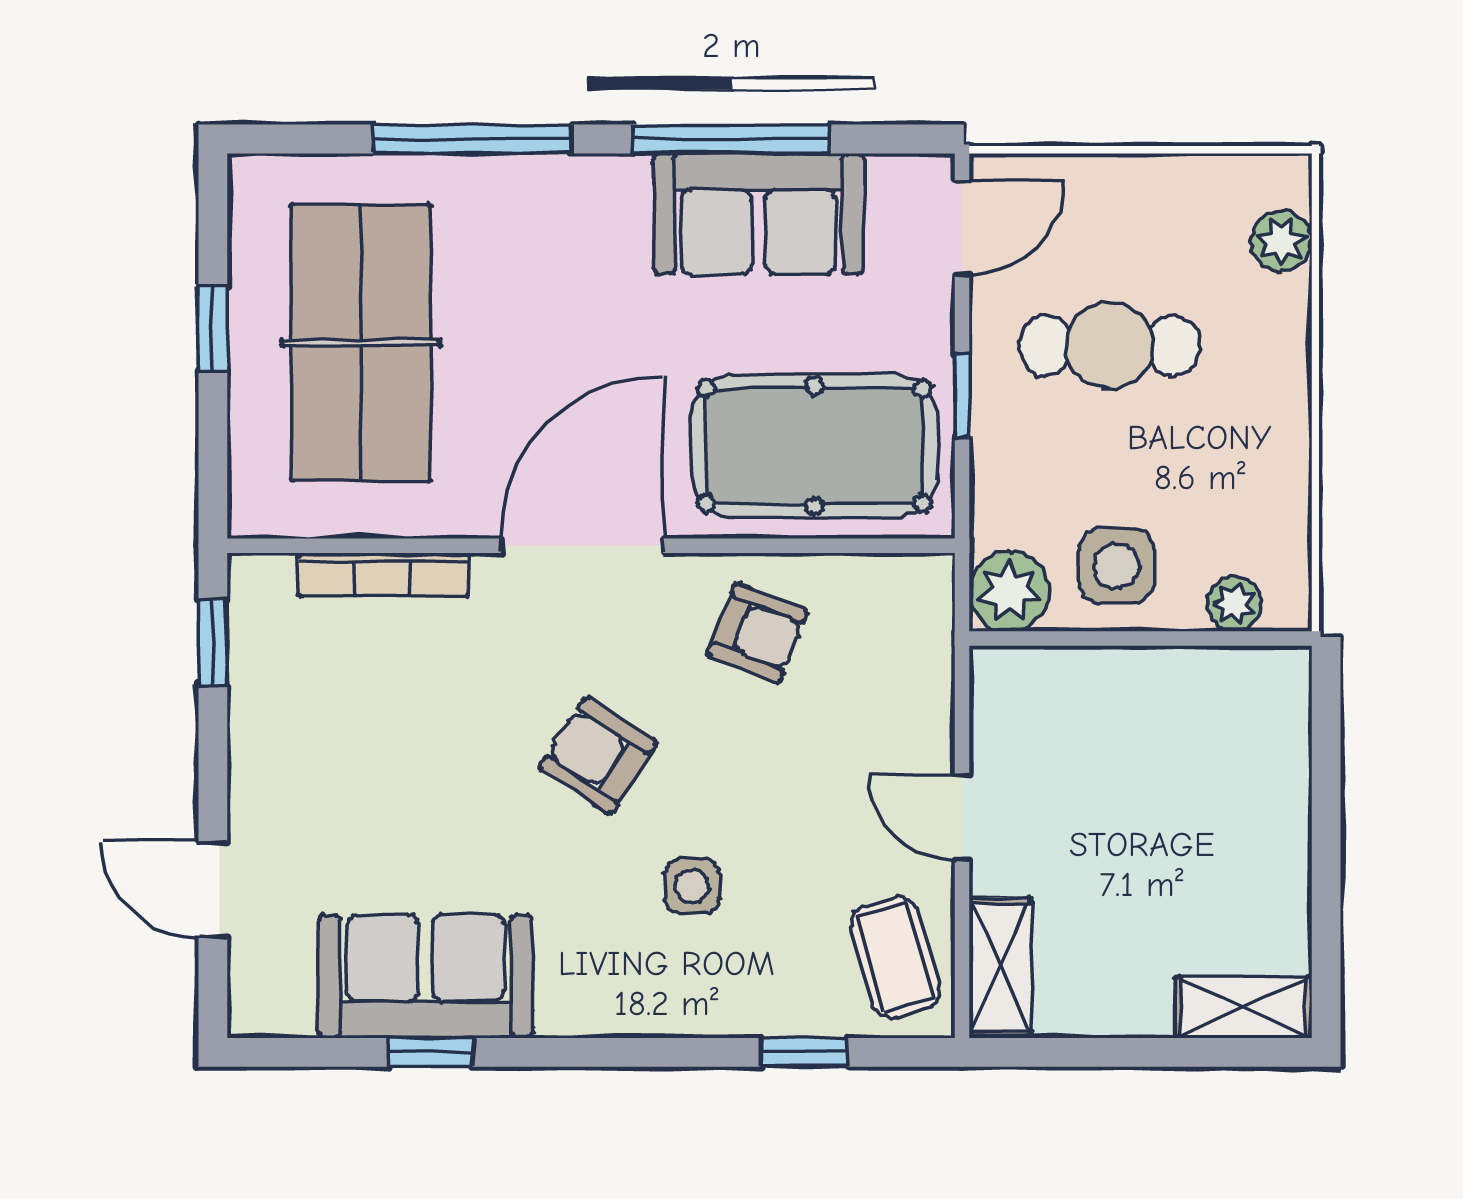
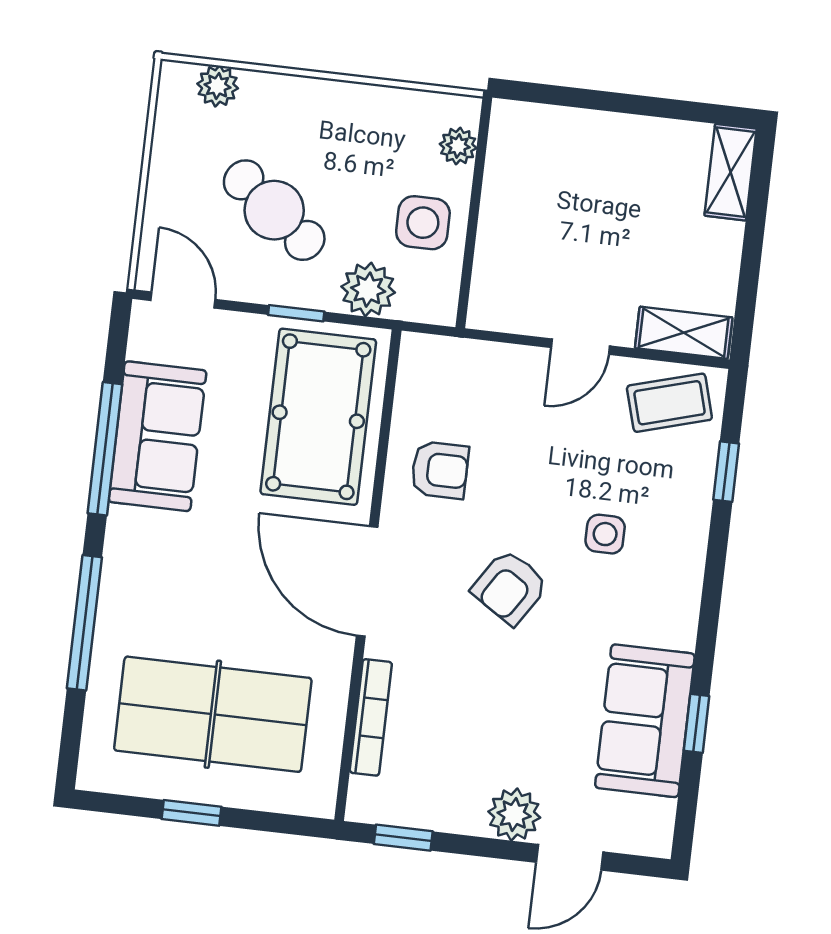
cafe table: (1109, 346) -> (274, 210), turned -52
plant: (1009, 591) -> (368, 290), moved
armchair: (757, 633) -> (440, 470), turned 68
plant: (266, 801) -> (514, 815), added

